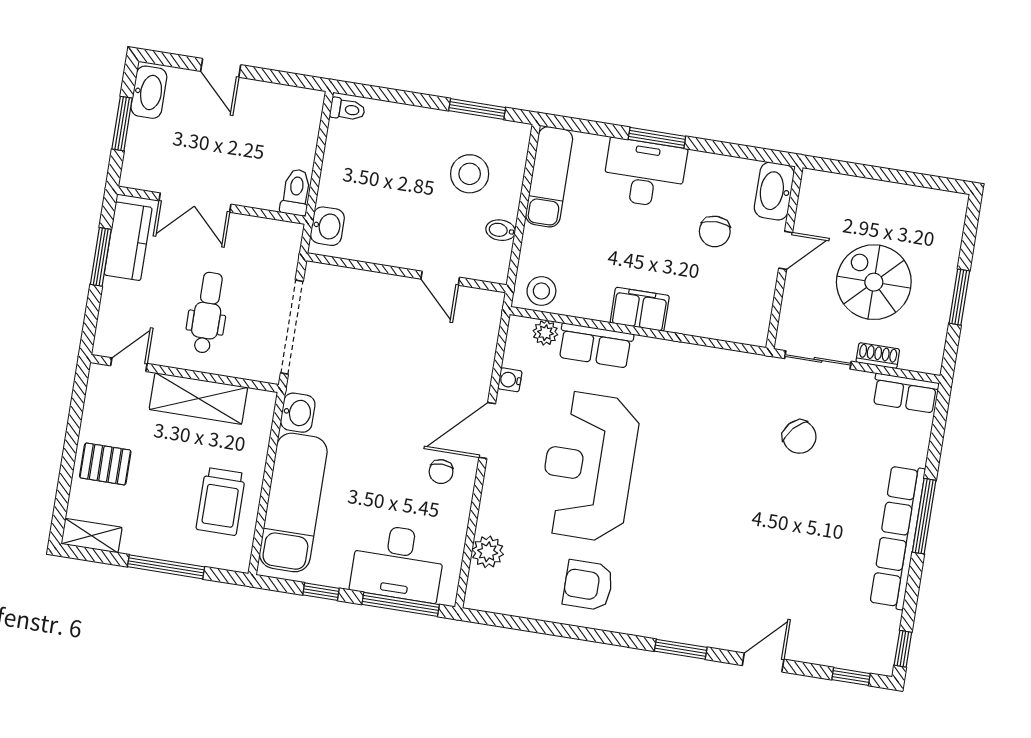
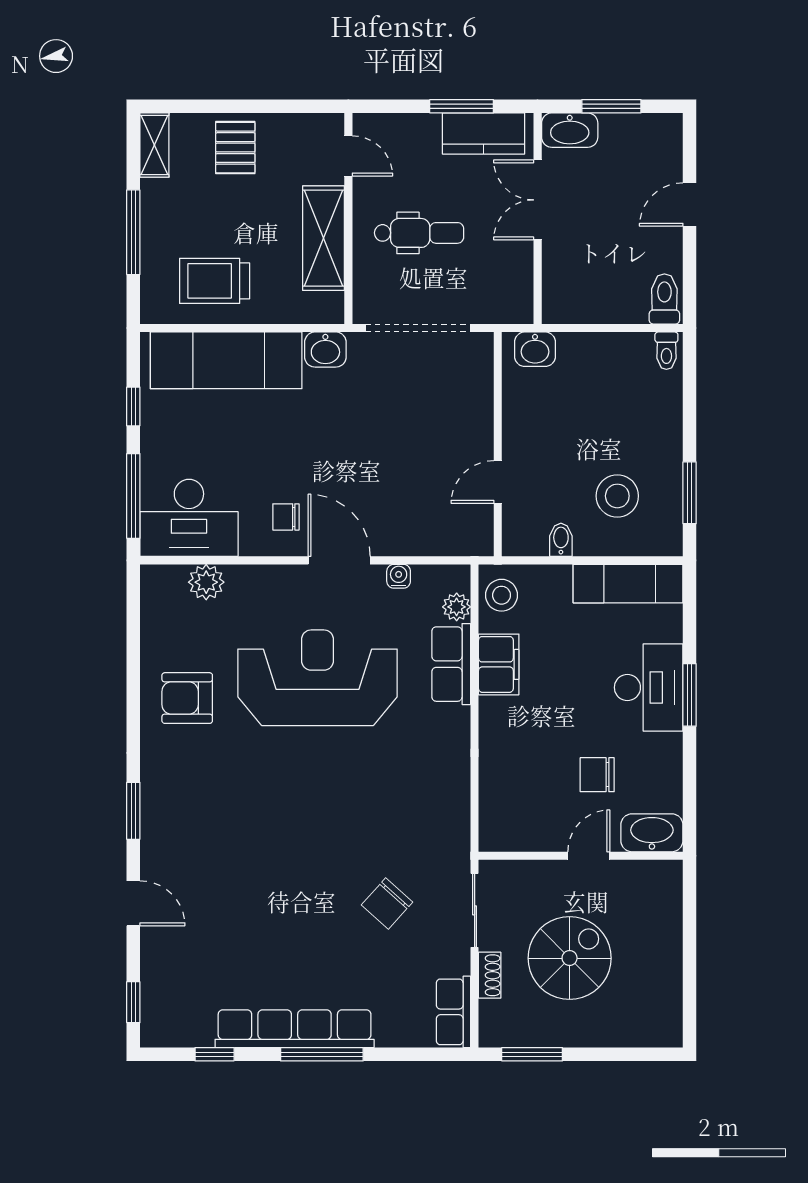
washbasin: (149, 92) -> (570, 130), moved
toilet: (296, 192) -> (664, 299), moved, turned -90
door: (786, 250) -> (589, 856), swing flipped
window: (959, 297) -> (532, 1054), moved
filing cabinet: (640, 309) -> (499, 664), moved
desk: (398, 563) -> (189, 518), moved, turned -90
armchair: (588, 585) -> (187, 698), turned -90
window: (903, 649) -> (215, 1054), moved

